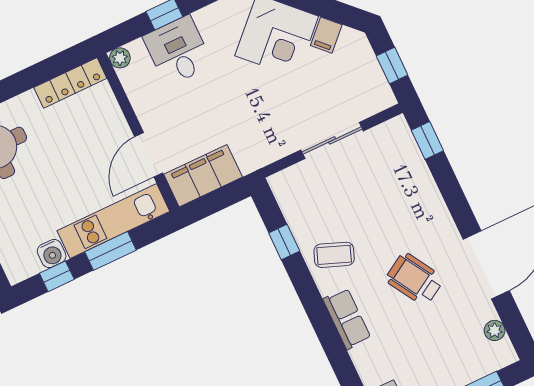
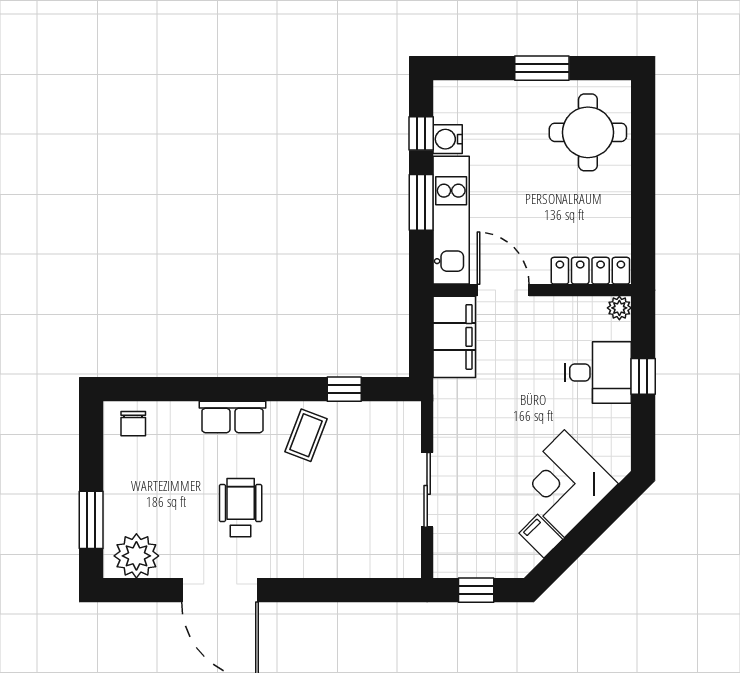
locker: (70, 83) -> (590, 271), moved, turned 90
window: (427, 140) -> (380, 590), removed
wheelchair: (415, 279) -> (241, 508), turned -59
plant: (495, 330) -> (136, 556), width x1.88, depth x1.88

